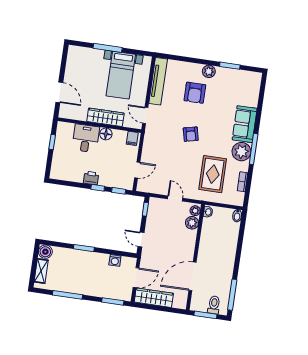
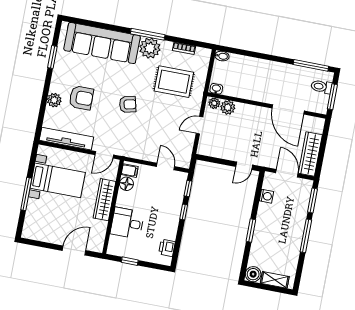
plant: (209, 71) -> (54, 100), moved
sofa: (245, 124) -> (102, 43), width x1.85, depth x1.27
floor lamp: (106, 134) -> (126, 184), moved
printer: (91, 178) -> (167, 248), moved
window: (145, 209) -> (210, 159), removed
window: (68, 295) -> (306, 236), moved

